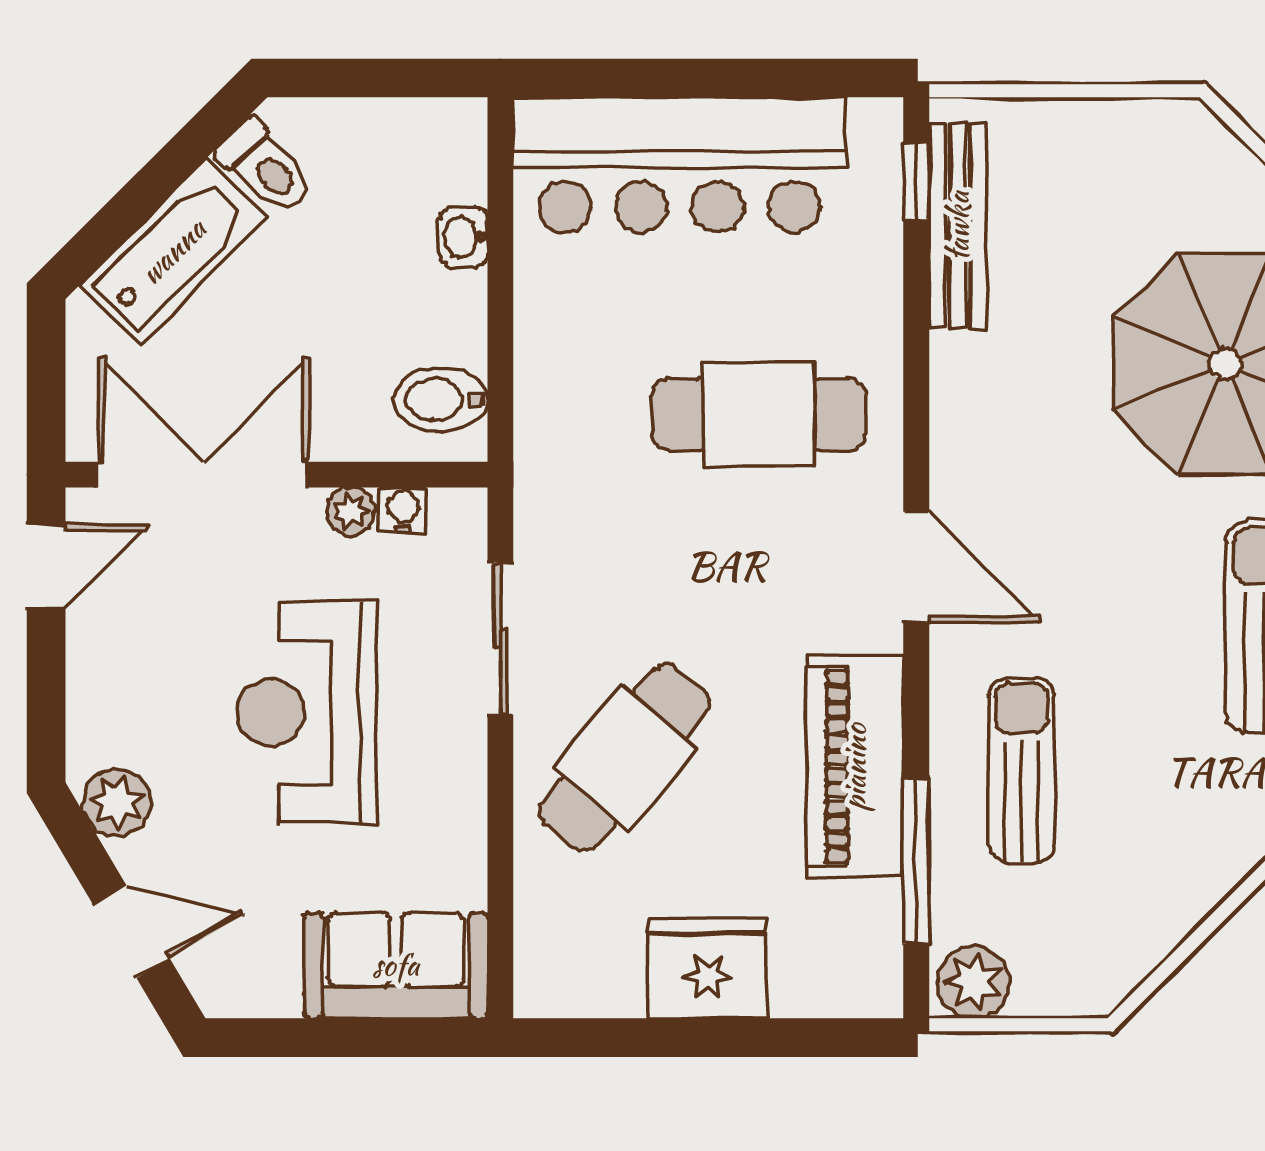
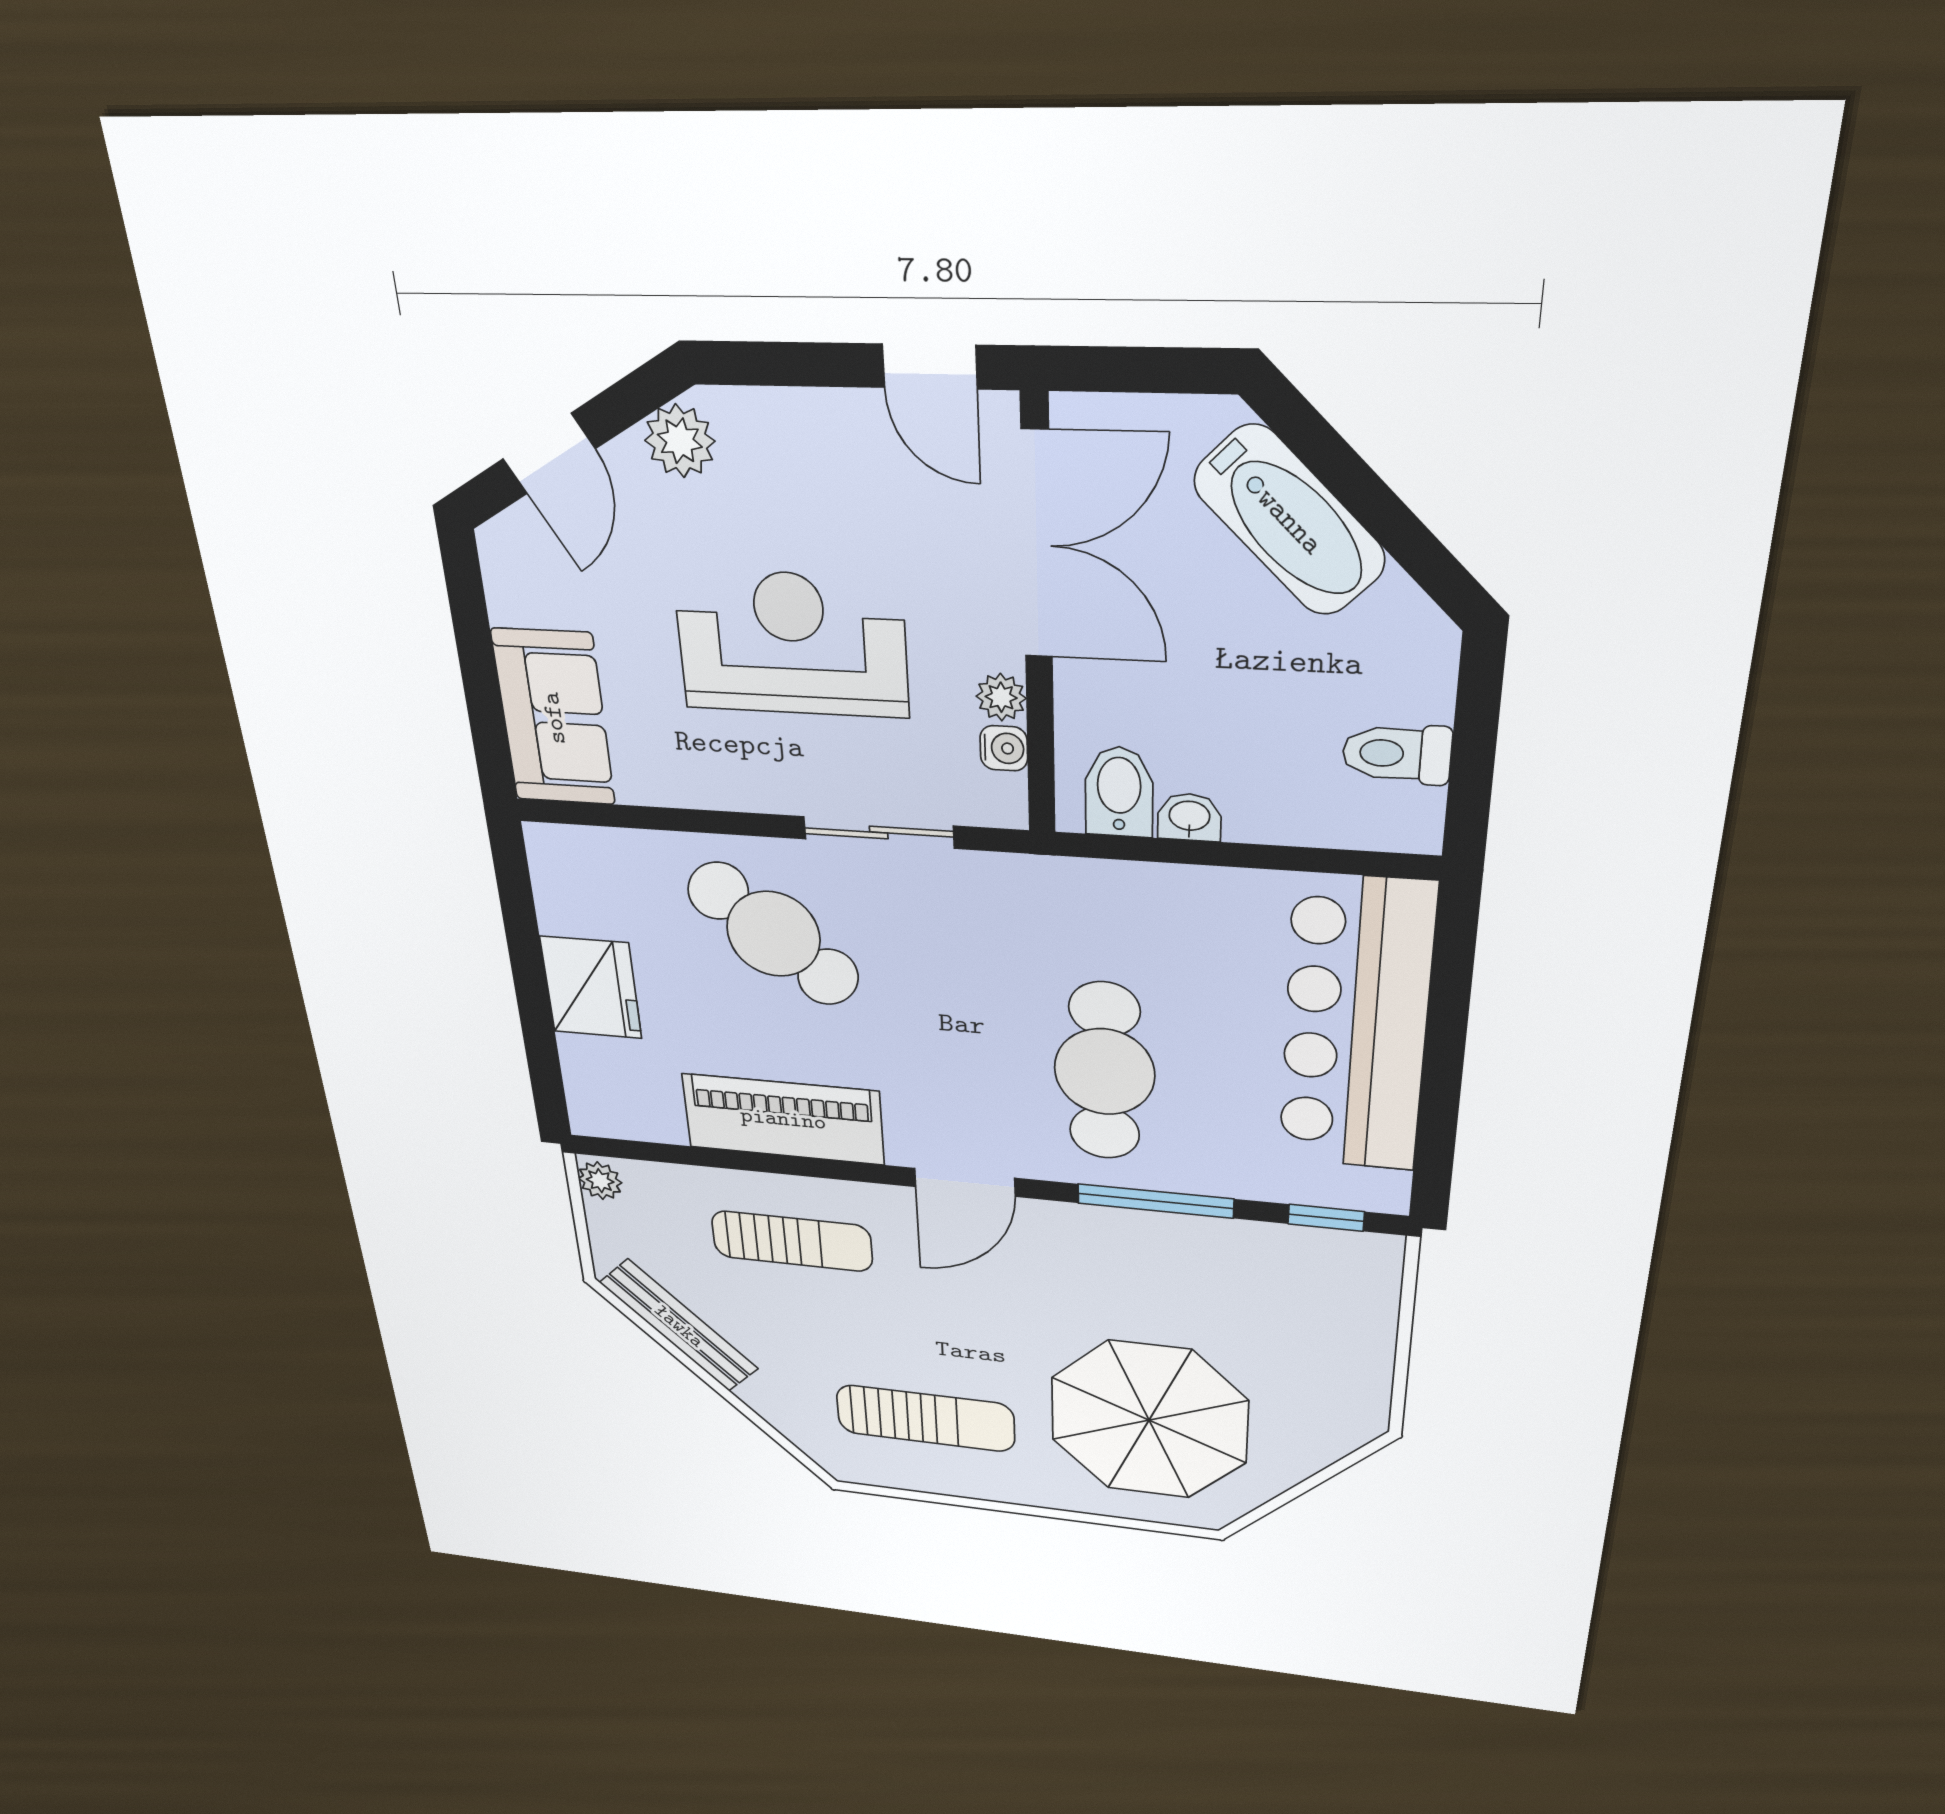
toilet: (265, 167) -> (1397, 754), moved, turned 45
bench: (958, 226) -> (679, 1326), moved, turned 45
washbasin: (463, 237) -> (1189, 817), moved
window: (916, 861) -> (1155, 1201), moved
plant: (974, 982) -> (600, 1181), width x0.73, depth x0.73

